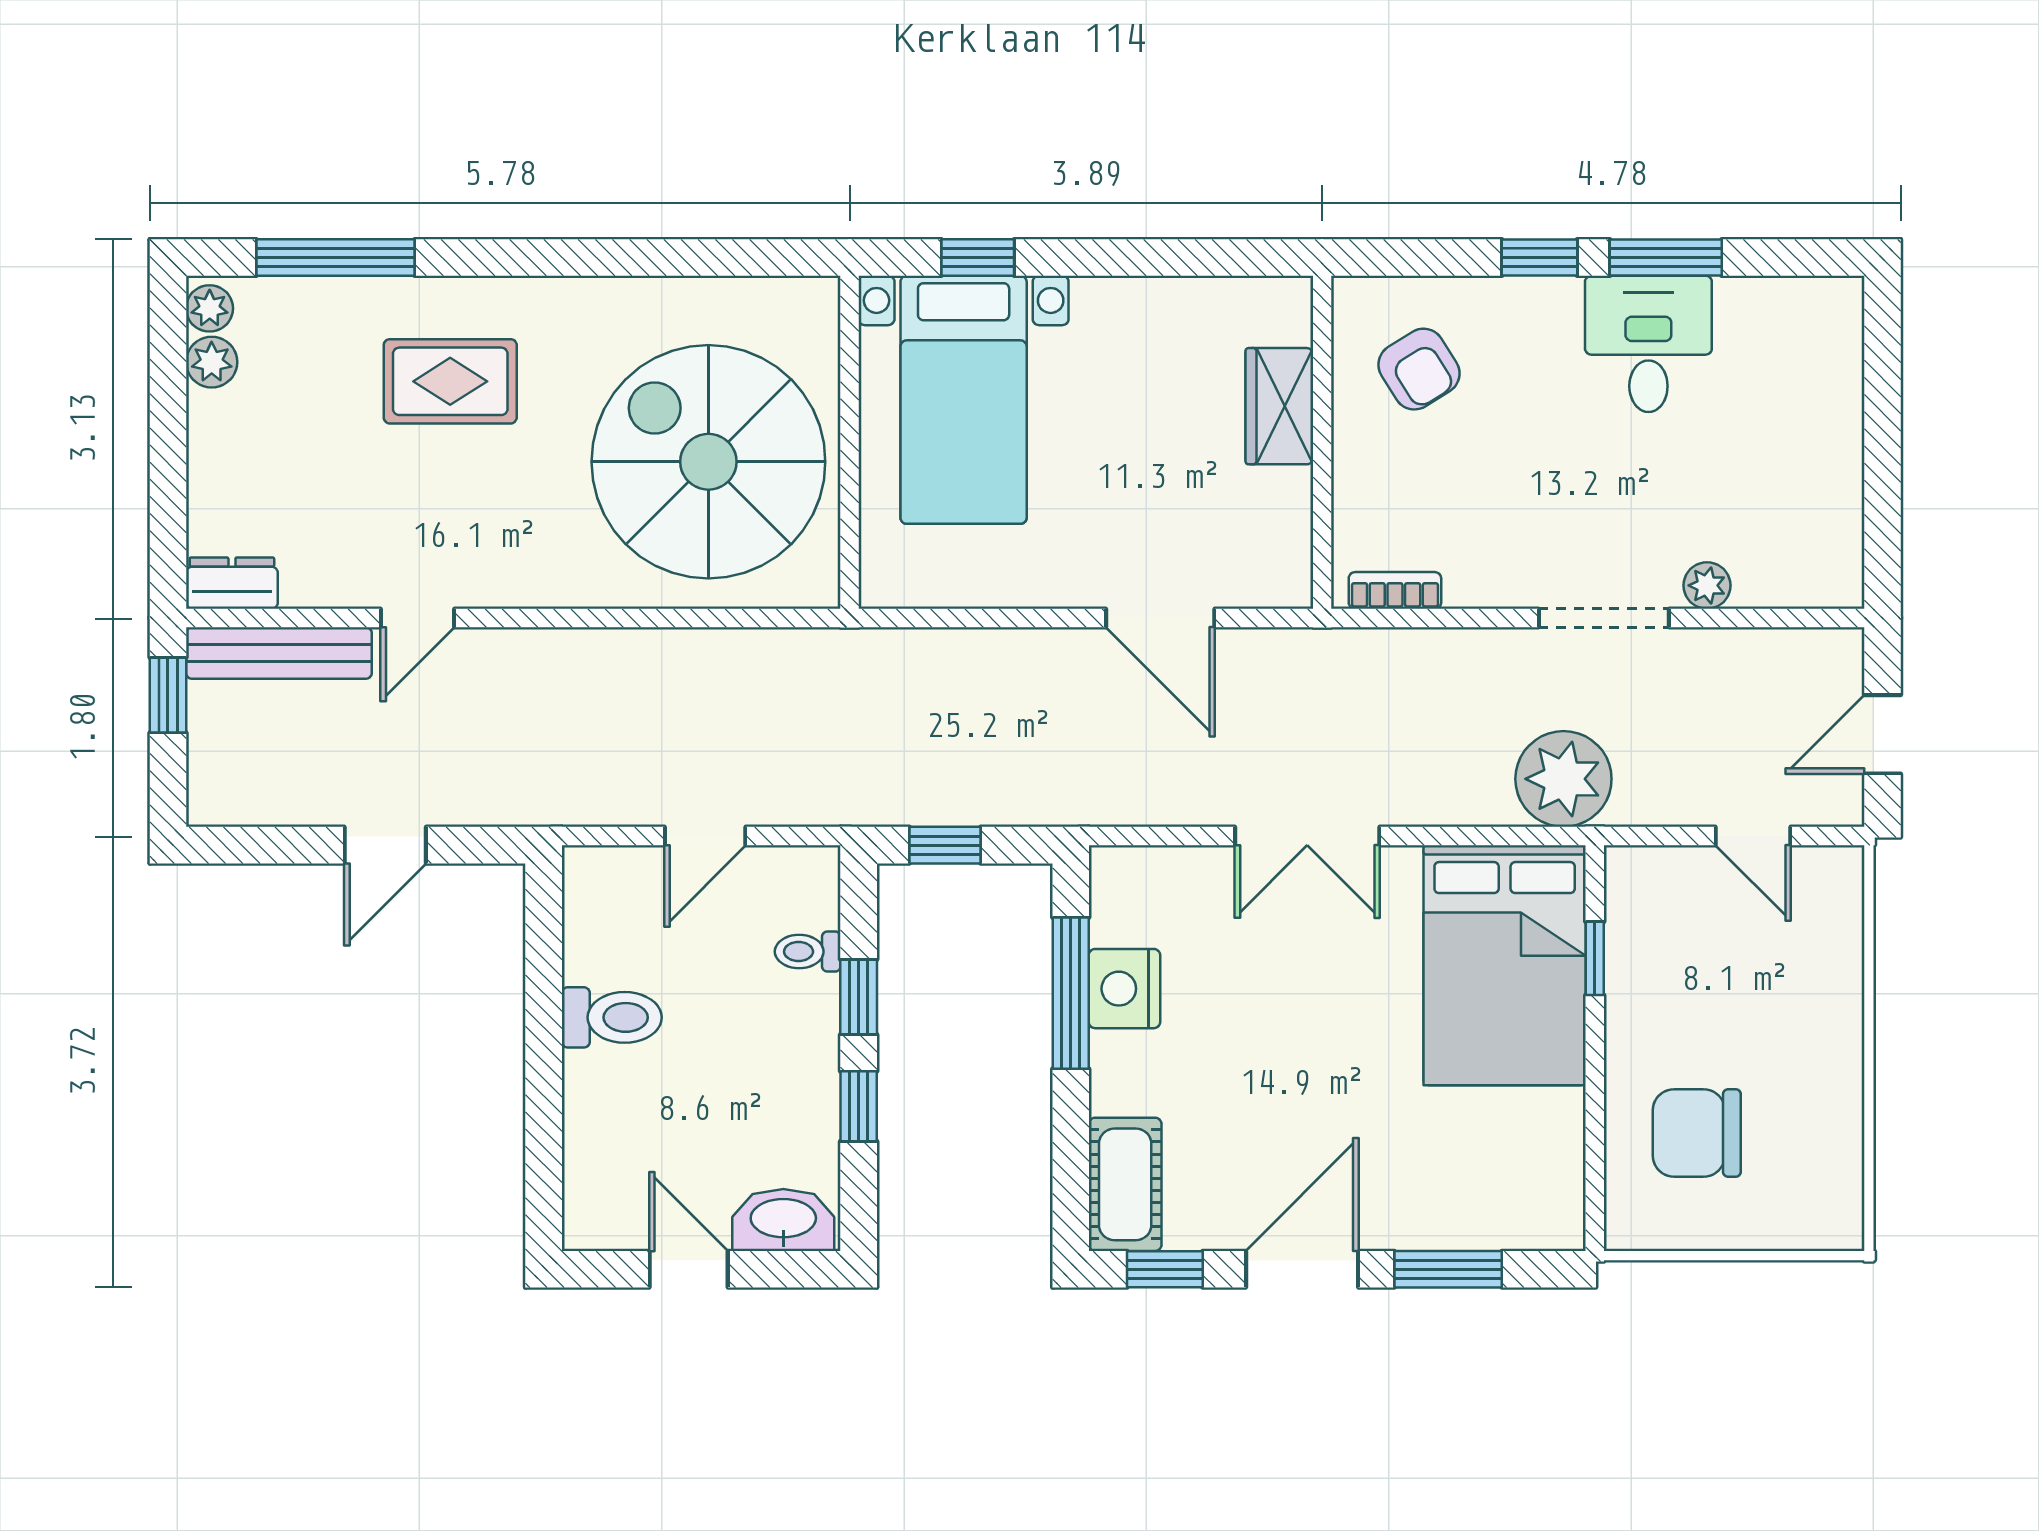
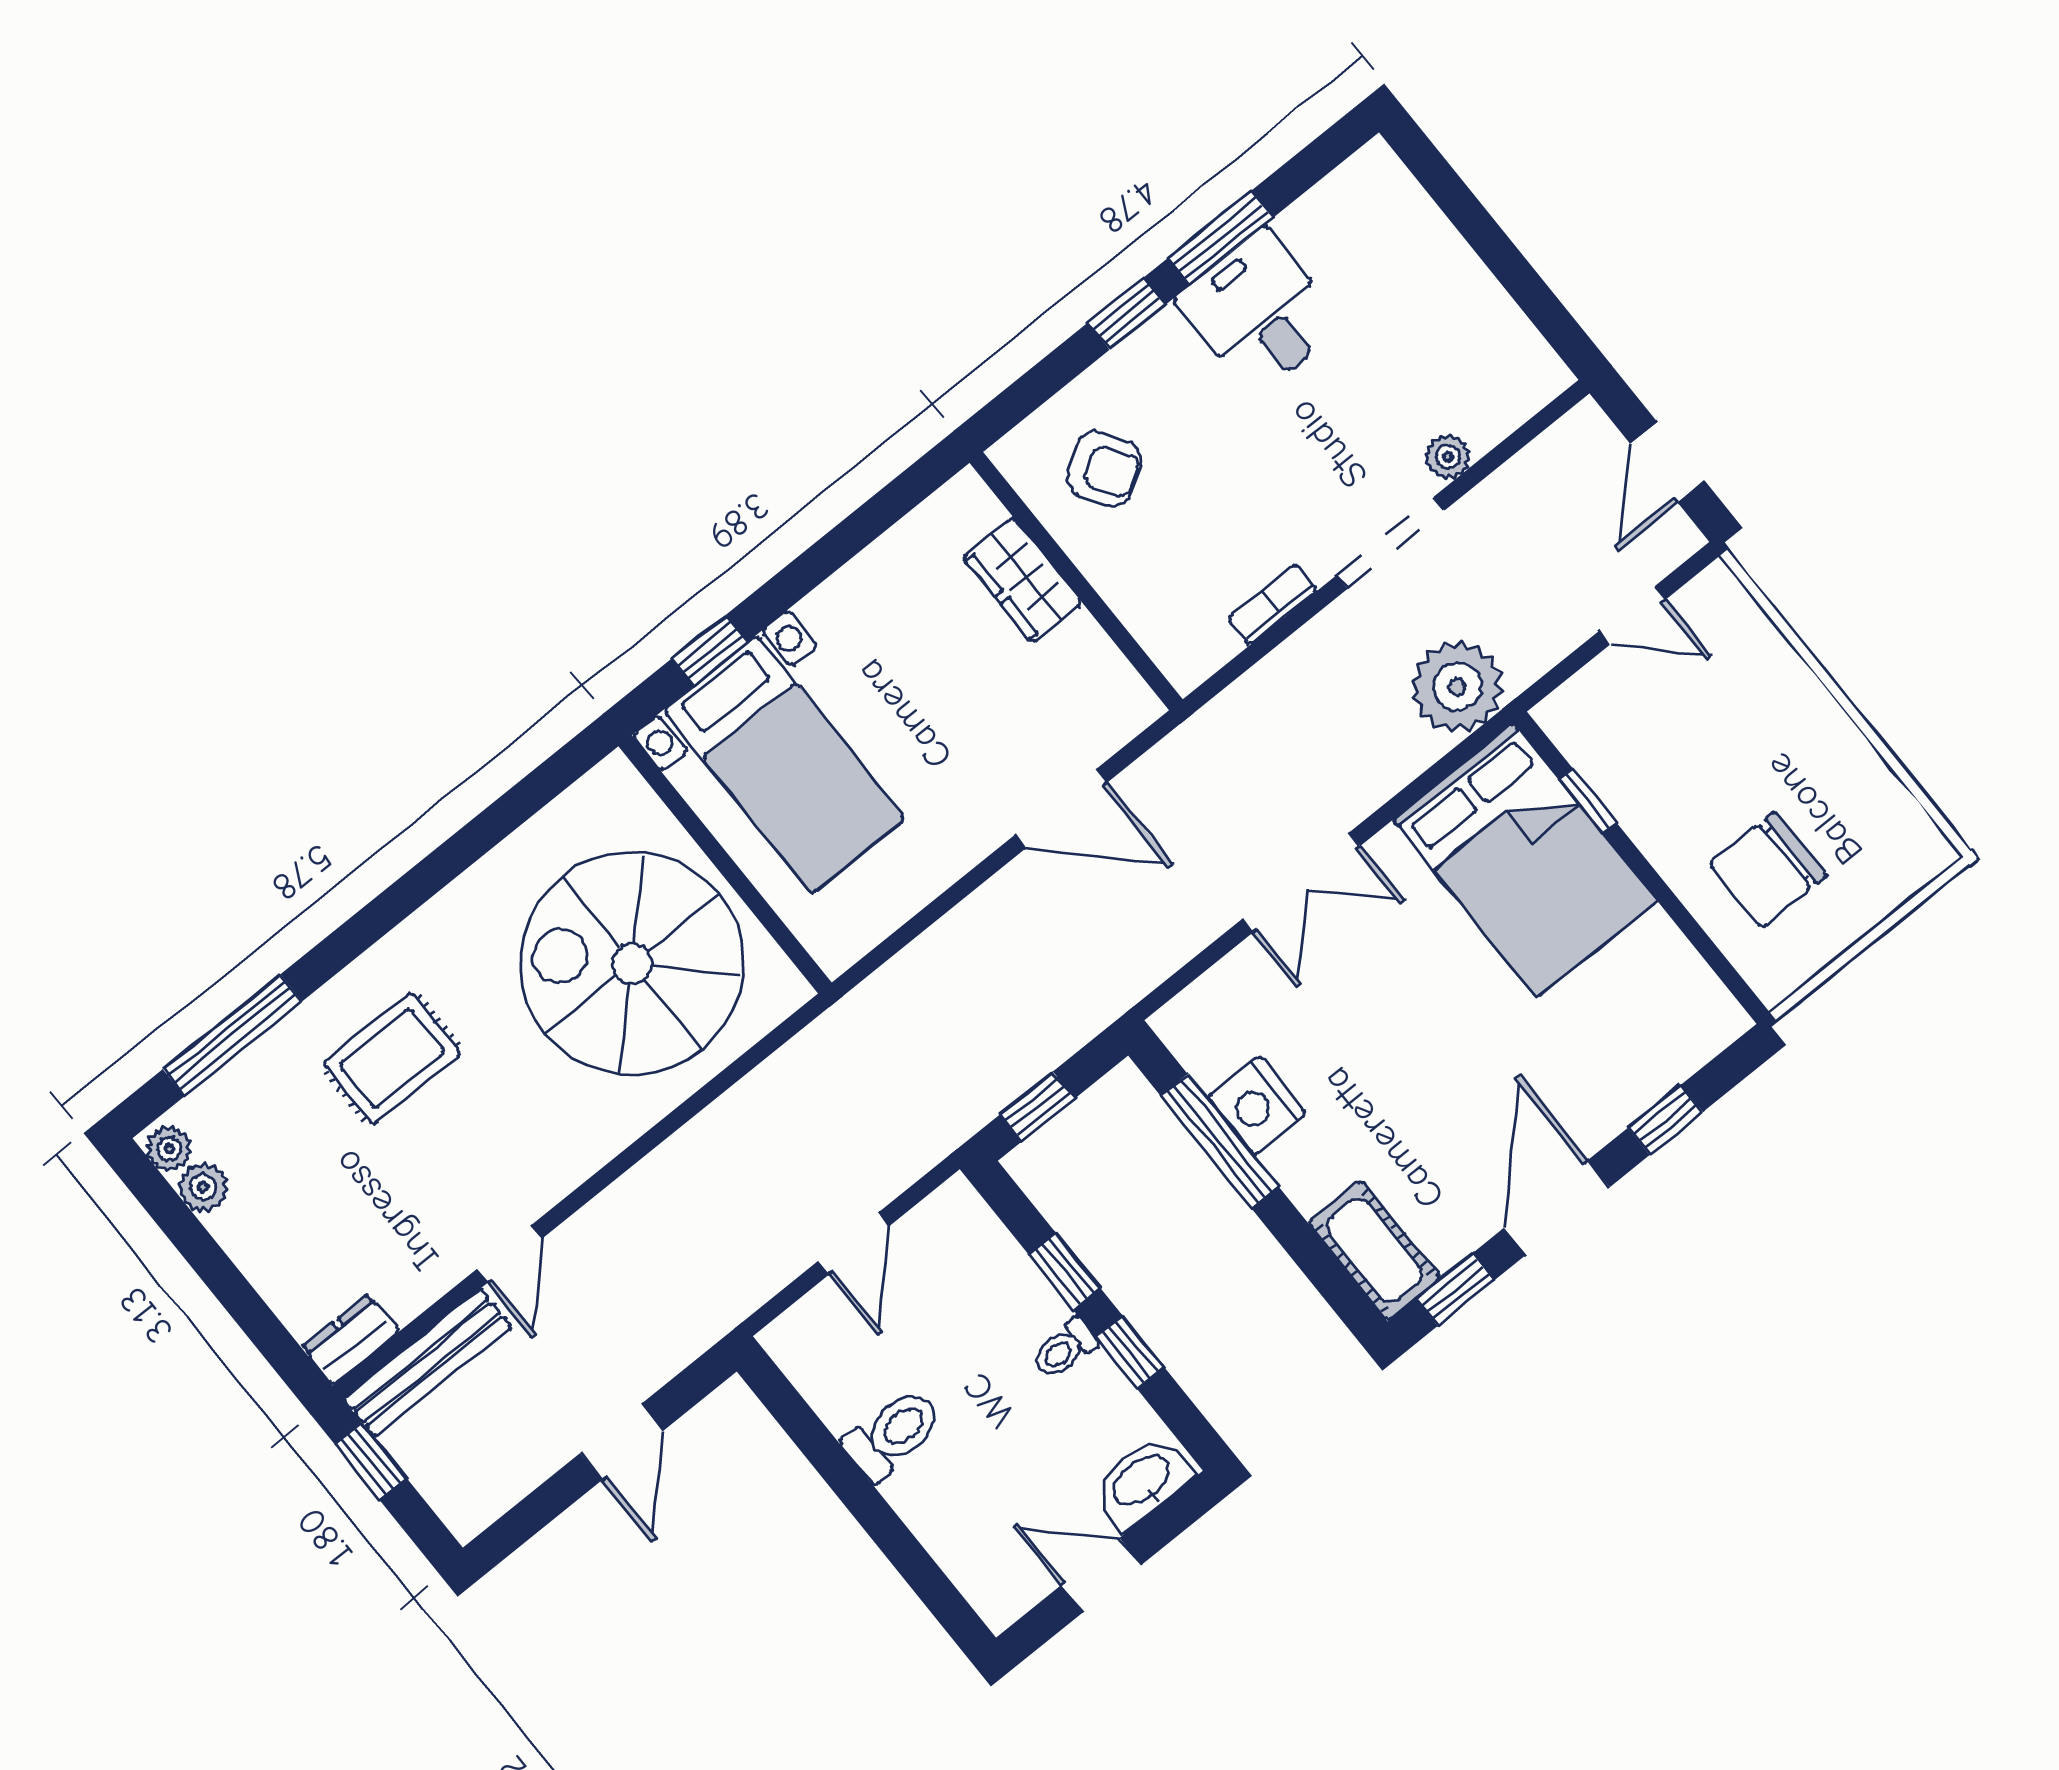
bookcase: (1395, 590) -> (1272, 604), moved
toilet: (808, 952) -> (1065, 1349), moved
window: (1448, 1269) -> (1665, 1120), width x0.67

